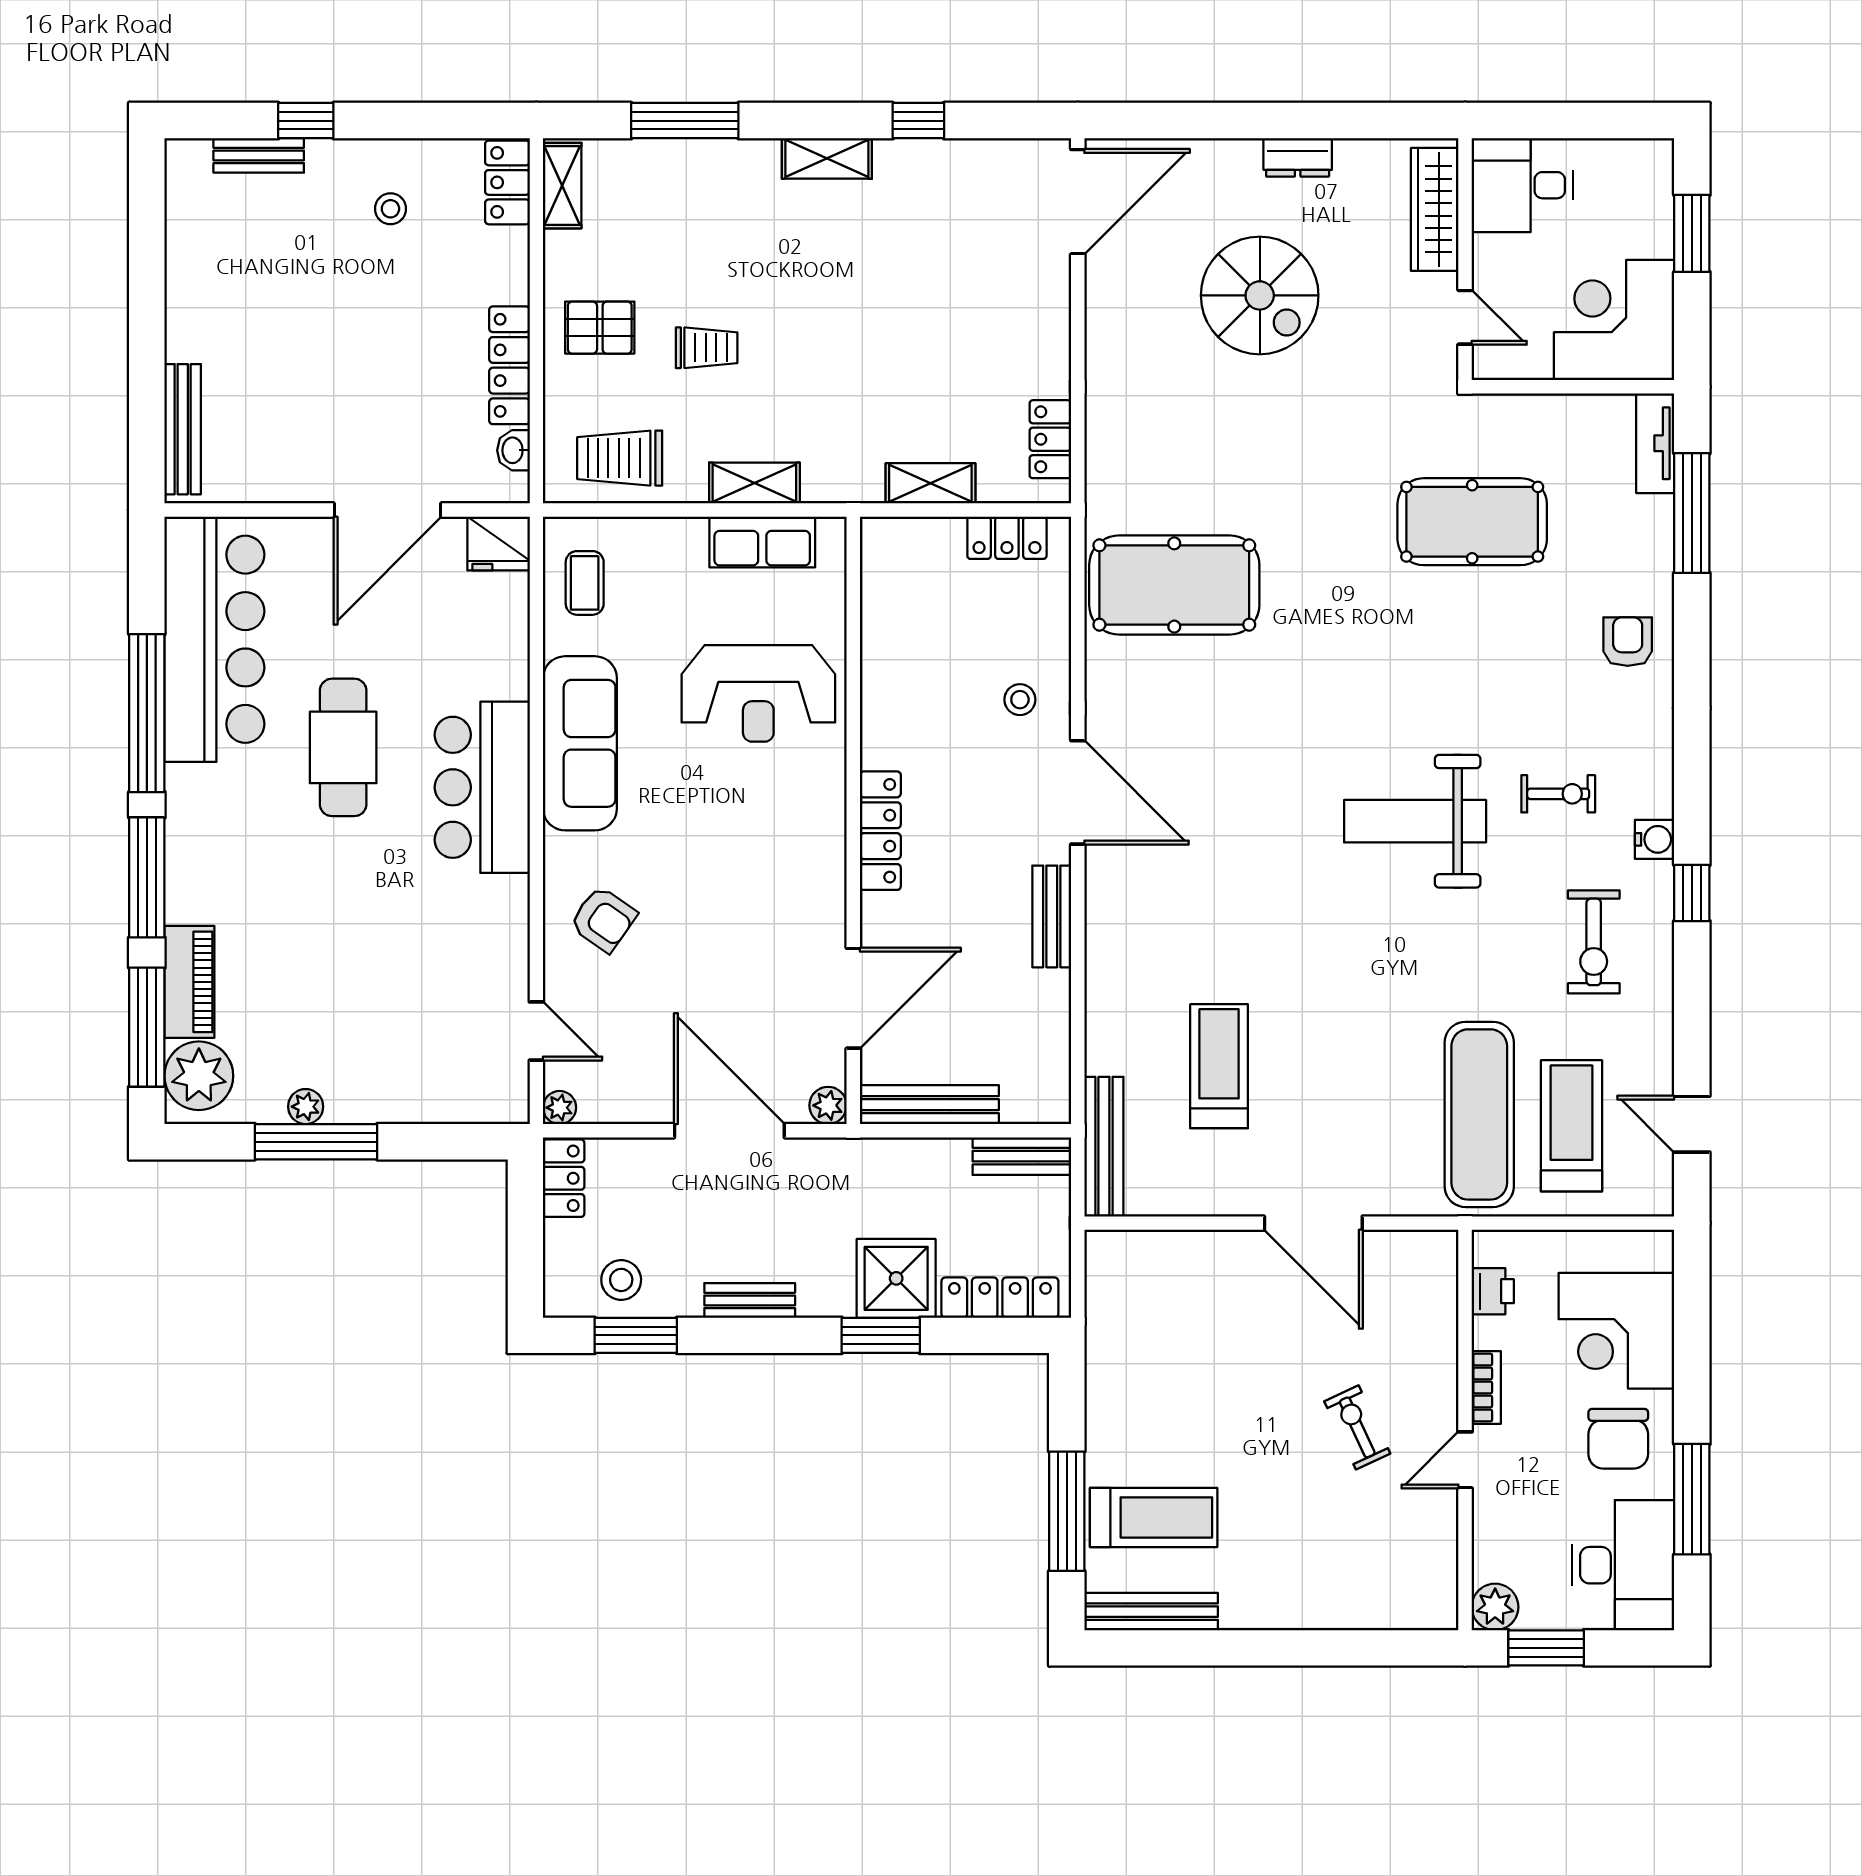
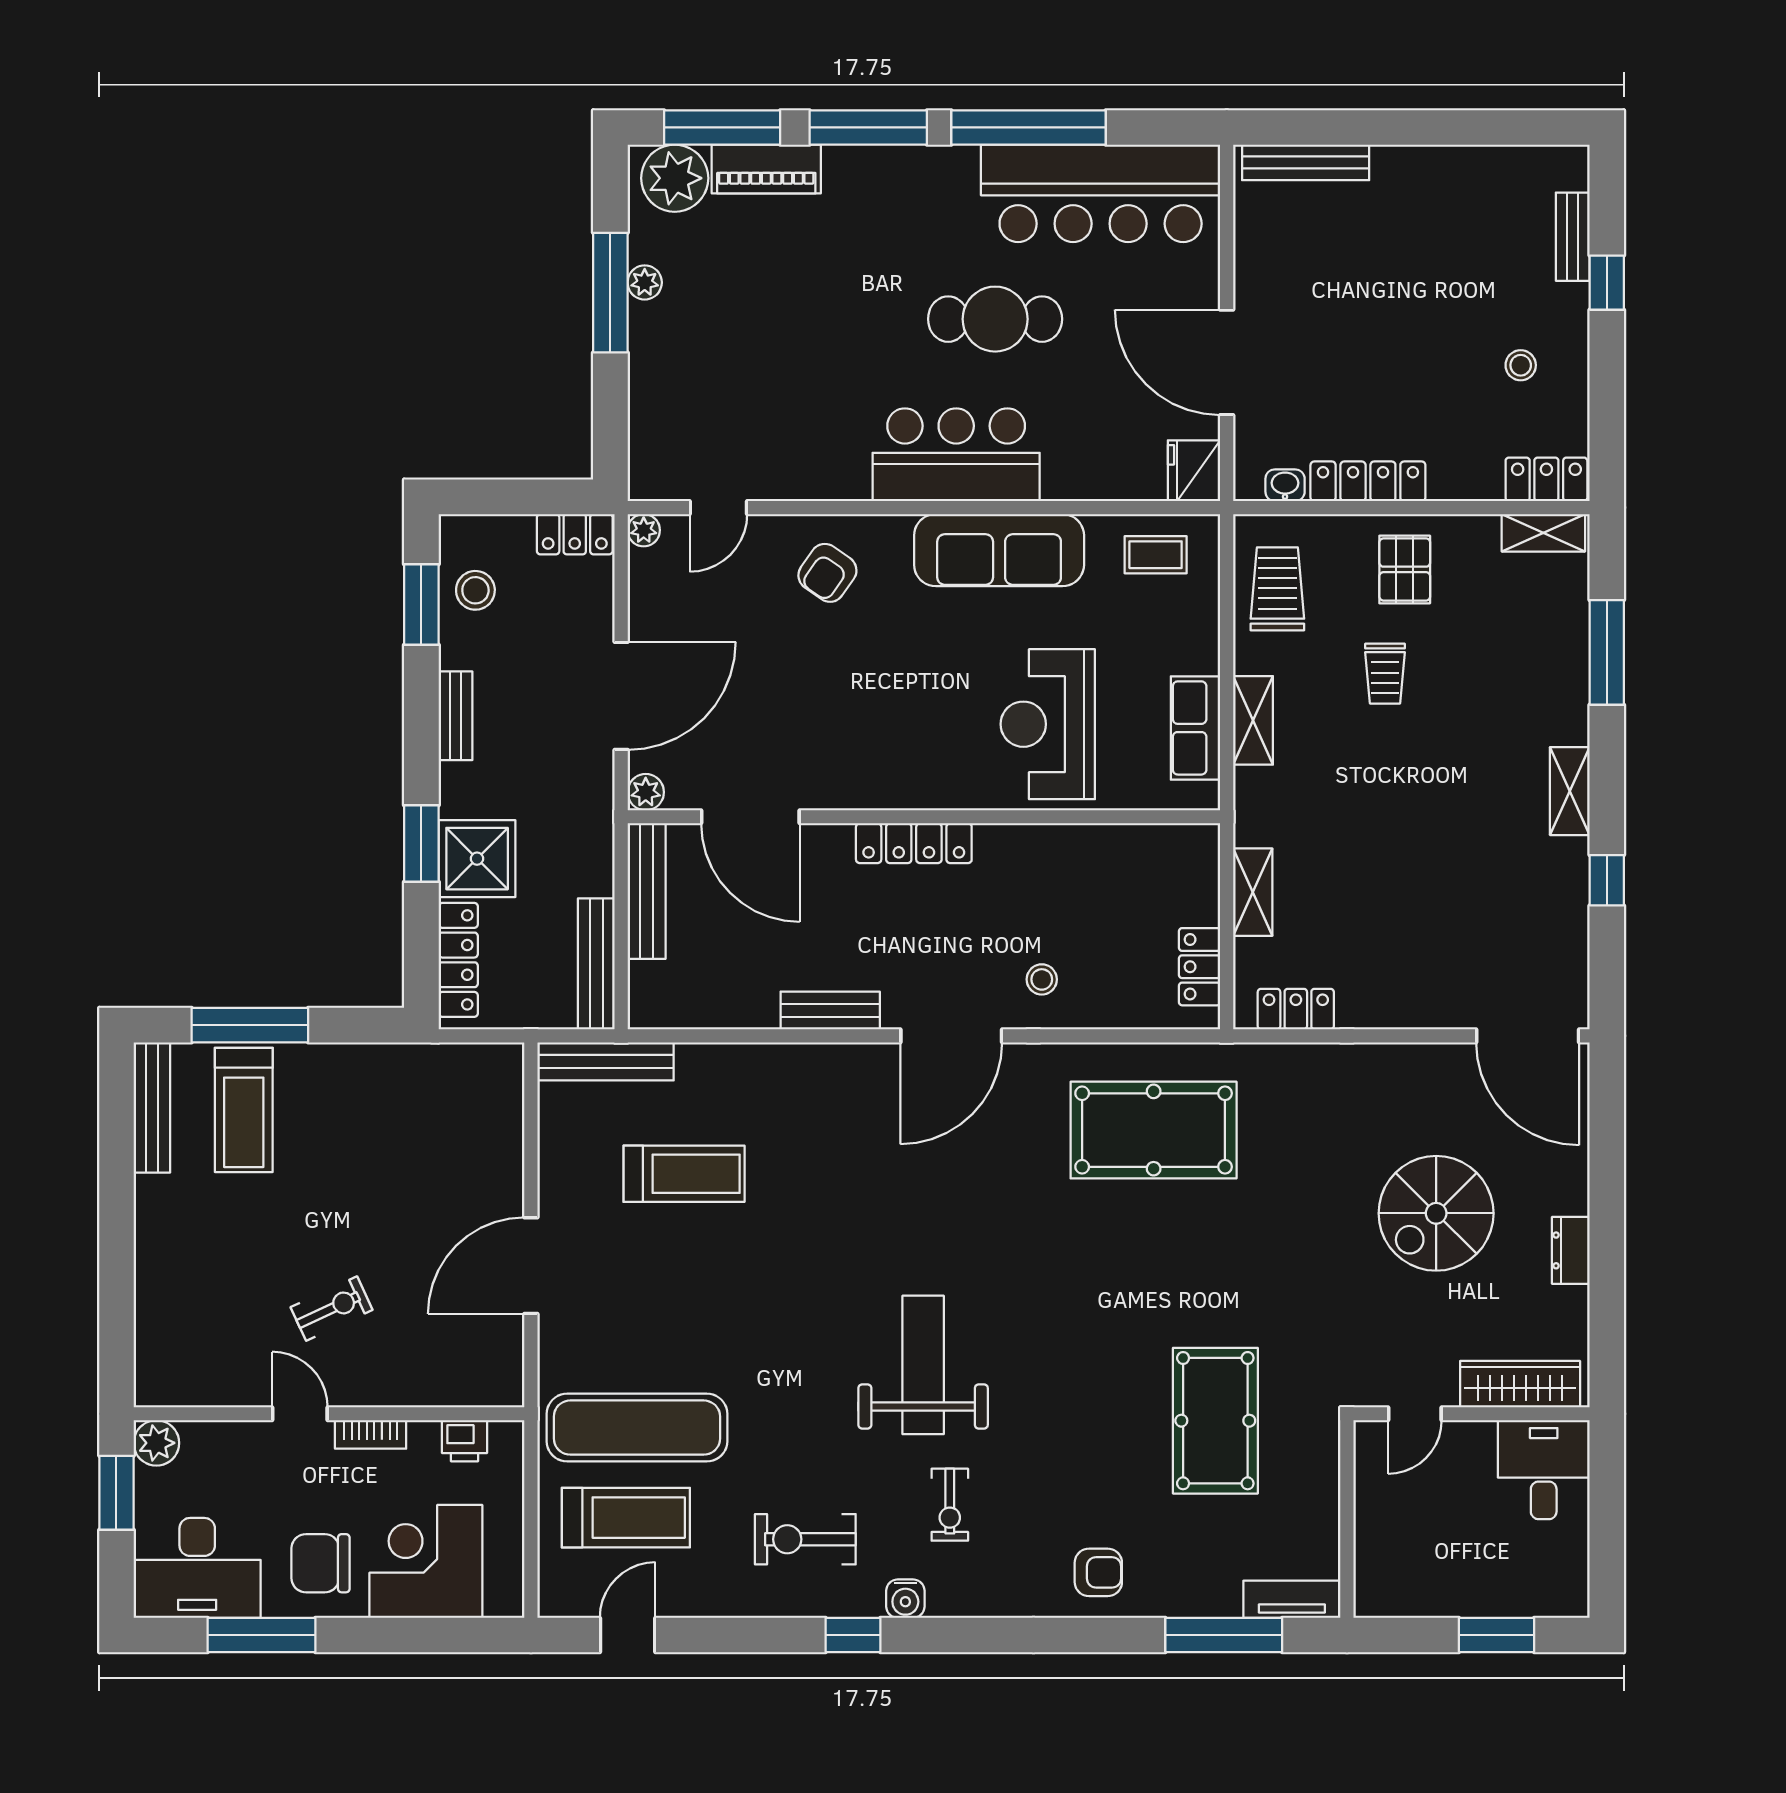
corner desk: (1614, 320) -> (1412, 1559), removed
pool table: (1174, 585) -> (1154, 1130), turned 90
bench: (1022, 1156) -> (596, 964), width x1.36

